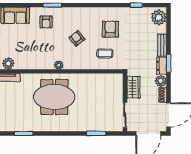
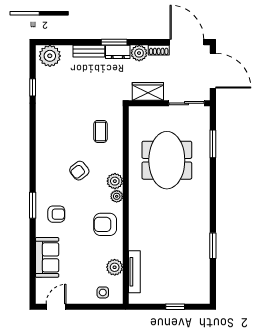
armchair: (110, 29) -> (105, 224), moved
plant: (70, 64) -> (115, 181), added
meeting table: (54, 97) -> (167, 160), moved

